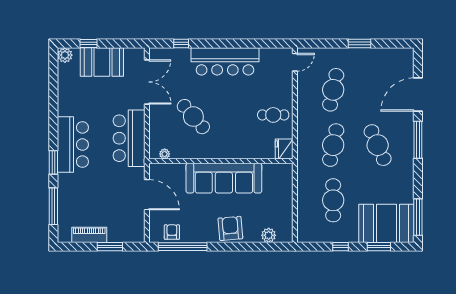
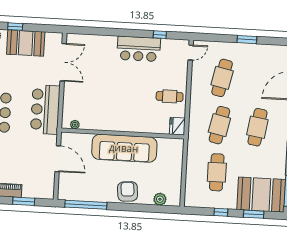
window: (181, 43) -> (160, 35), moved
bar counter: (225, 61) -> (139, 49), width x0.73
cafe table: (193, 117) -> (101, 94), removed
cafe table: (378, 145) -> (257, 127), turned 33
armchair: (172, 232) -> (77, 192), removed

